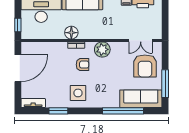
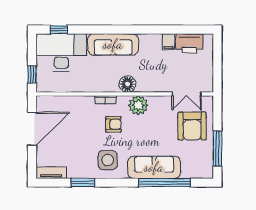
floor lamp: (71, 33) -> (127, 84), moved
sofa: (141, 99) -> (154, 167), moved

